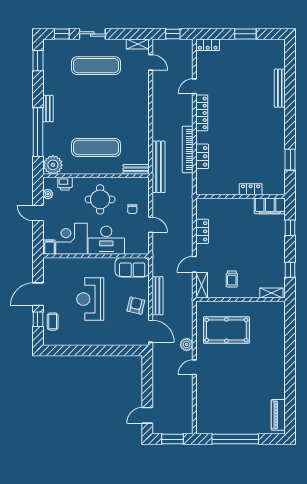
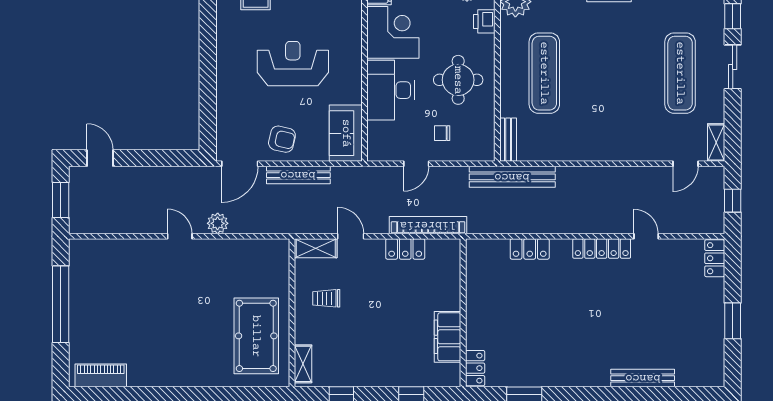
bookcase: (188, 149) -> (428, 225), moved
locker: (251, 189) -> (475, 368), moved
filing cabinet: (270, 206) -> (447, 337), moved
pool table: (226, 330) -> (256, 336), moved

